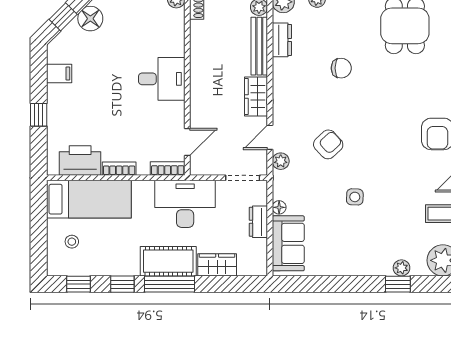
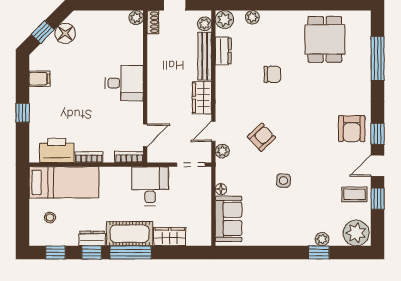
desk: (185, 204) -> (150, 186), width x0.73
dresser: (258, 222) -> (92, 238), moved, turned 90

